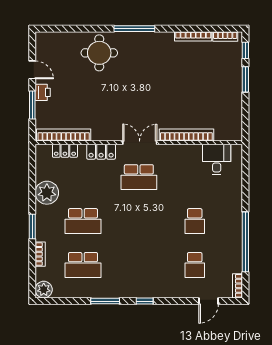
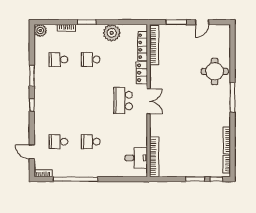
printer: (43, 92) -> (186, 30), removed
bookcase: (186, 135) -> (154, 157), moved
locker: (65, 151) -> (143, 46), width x1.53
school desk: (83, 221) -> (91, 59), width x0.54
school desk: (83, 265) -> (58, 59), width x0.54

